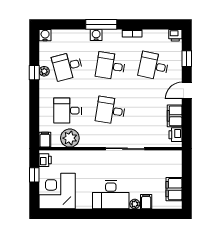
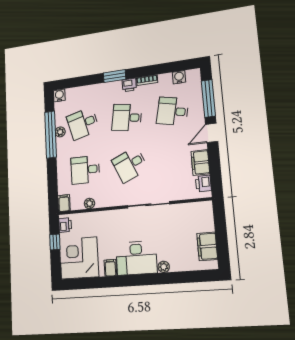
window: (101, 24) -> (115, 76), width x0.69
water cooler: (96, 35) -> (179, 77), moved
printer: (175, 35) -> (129, 85), moved
window: (187, 59) -> (208, 98), width x2.17
window: (34, 73) -> (51, 135), width x3.17
desk: (111, 111) -> (130, 165), turned -33
plant: (70, 138) -> (89, 203), width x0.53, depth x0.53
filing cabinet: (146, 202) -> (110, 268), moved

